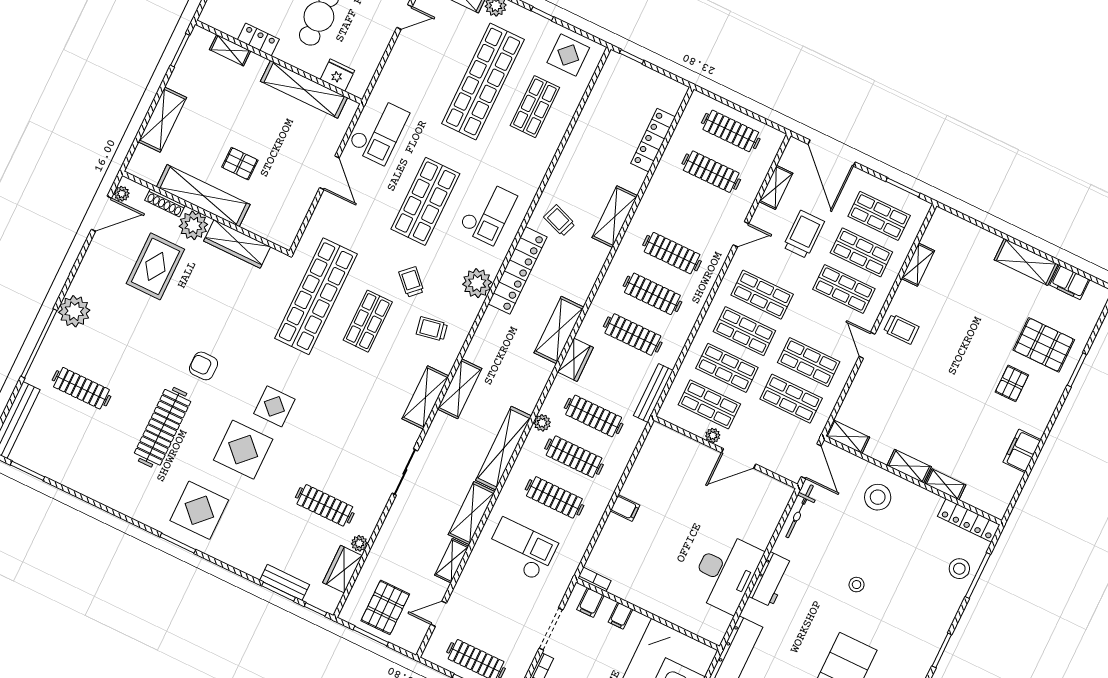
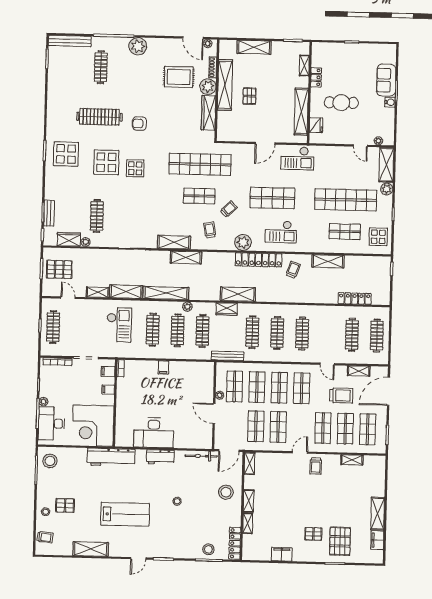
shelving: (615, 217) -> (328, 261), moved
armchair: (204, 366) -> (139, 124), turned -90

